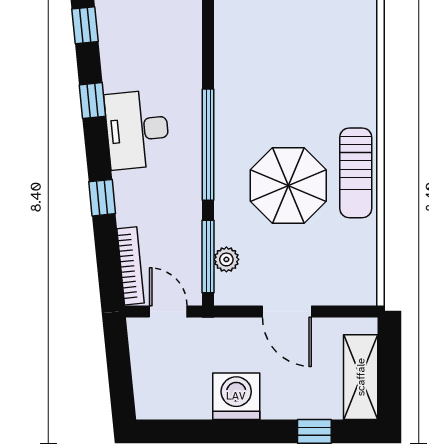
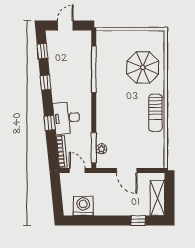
desk: (137, 130) -> (67, 118), moved
window: (208, 145) -> (94, 69), moved
parasol: (288, 185) -> (143, 67), moved
washing machine: (236, 396) -> (83, 206), moved

